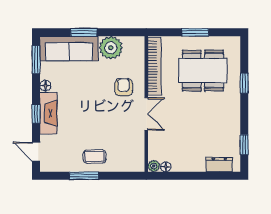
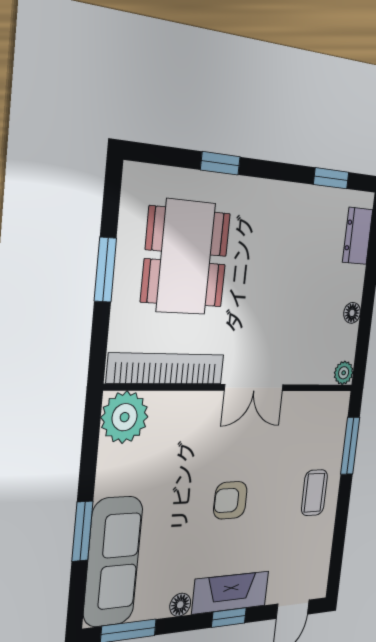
plant: (111, 48) -> (125, 417), moved
armchair: (124, 87) -> (230, 500), moved
double door: (146, 114) -> (254, 388), swing flipped
floor lamp: (166, 167) -> (352, 313), moved
window: (84, 176) -> (350, 446), moved

